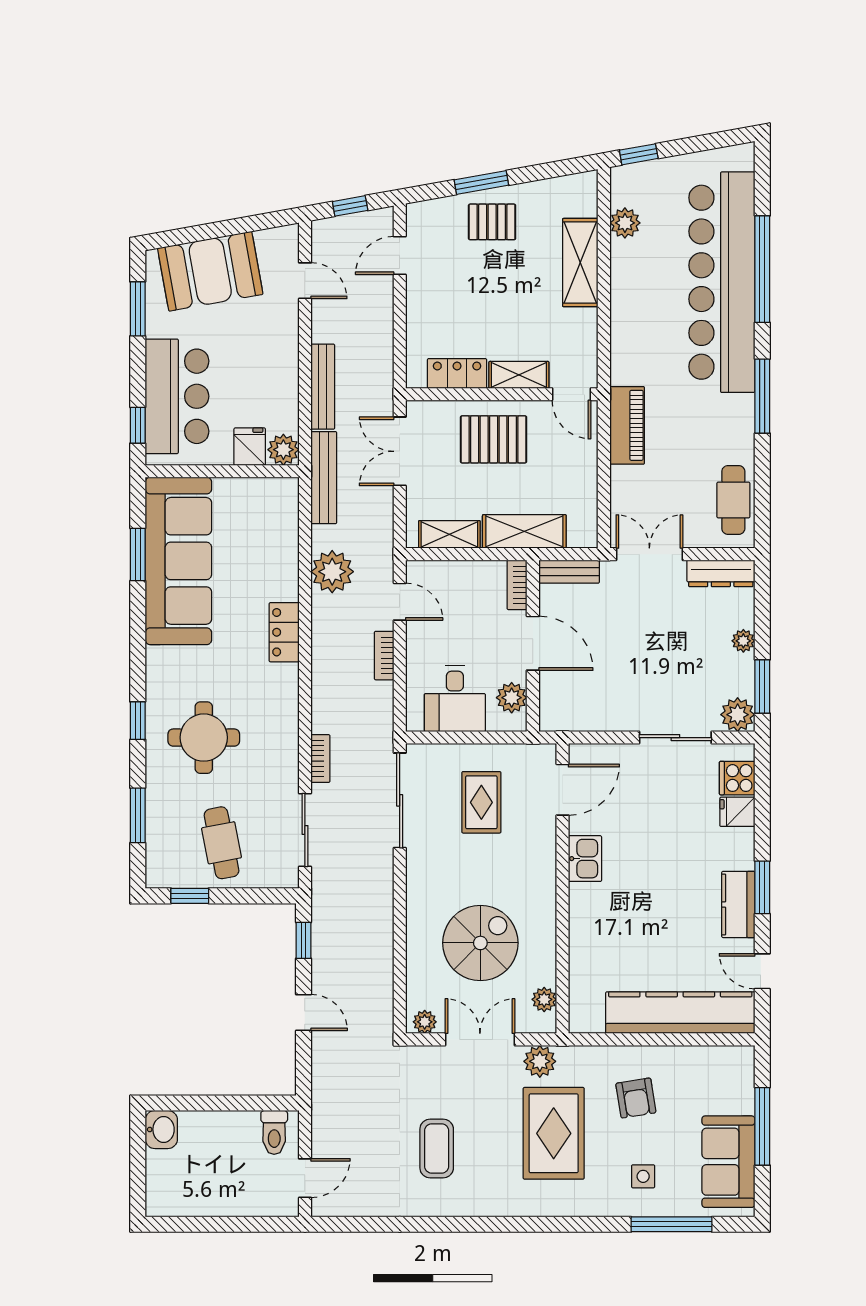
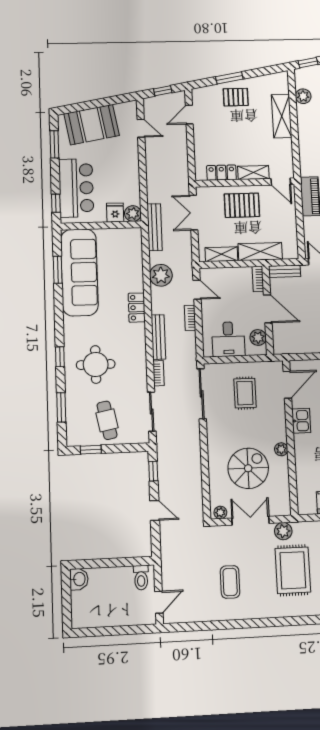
bench: (323, 387) -> (158, 337), moved
plant: (544, 999) -> (281, 449), moved

